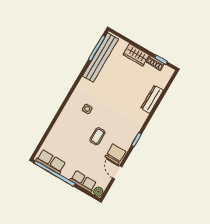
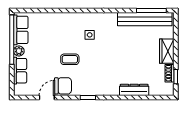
plant: (98, 192) -> (19, 51), moved

